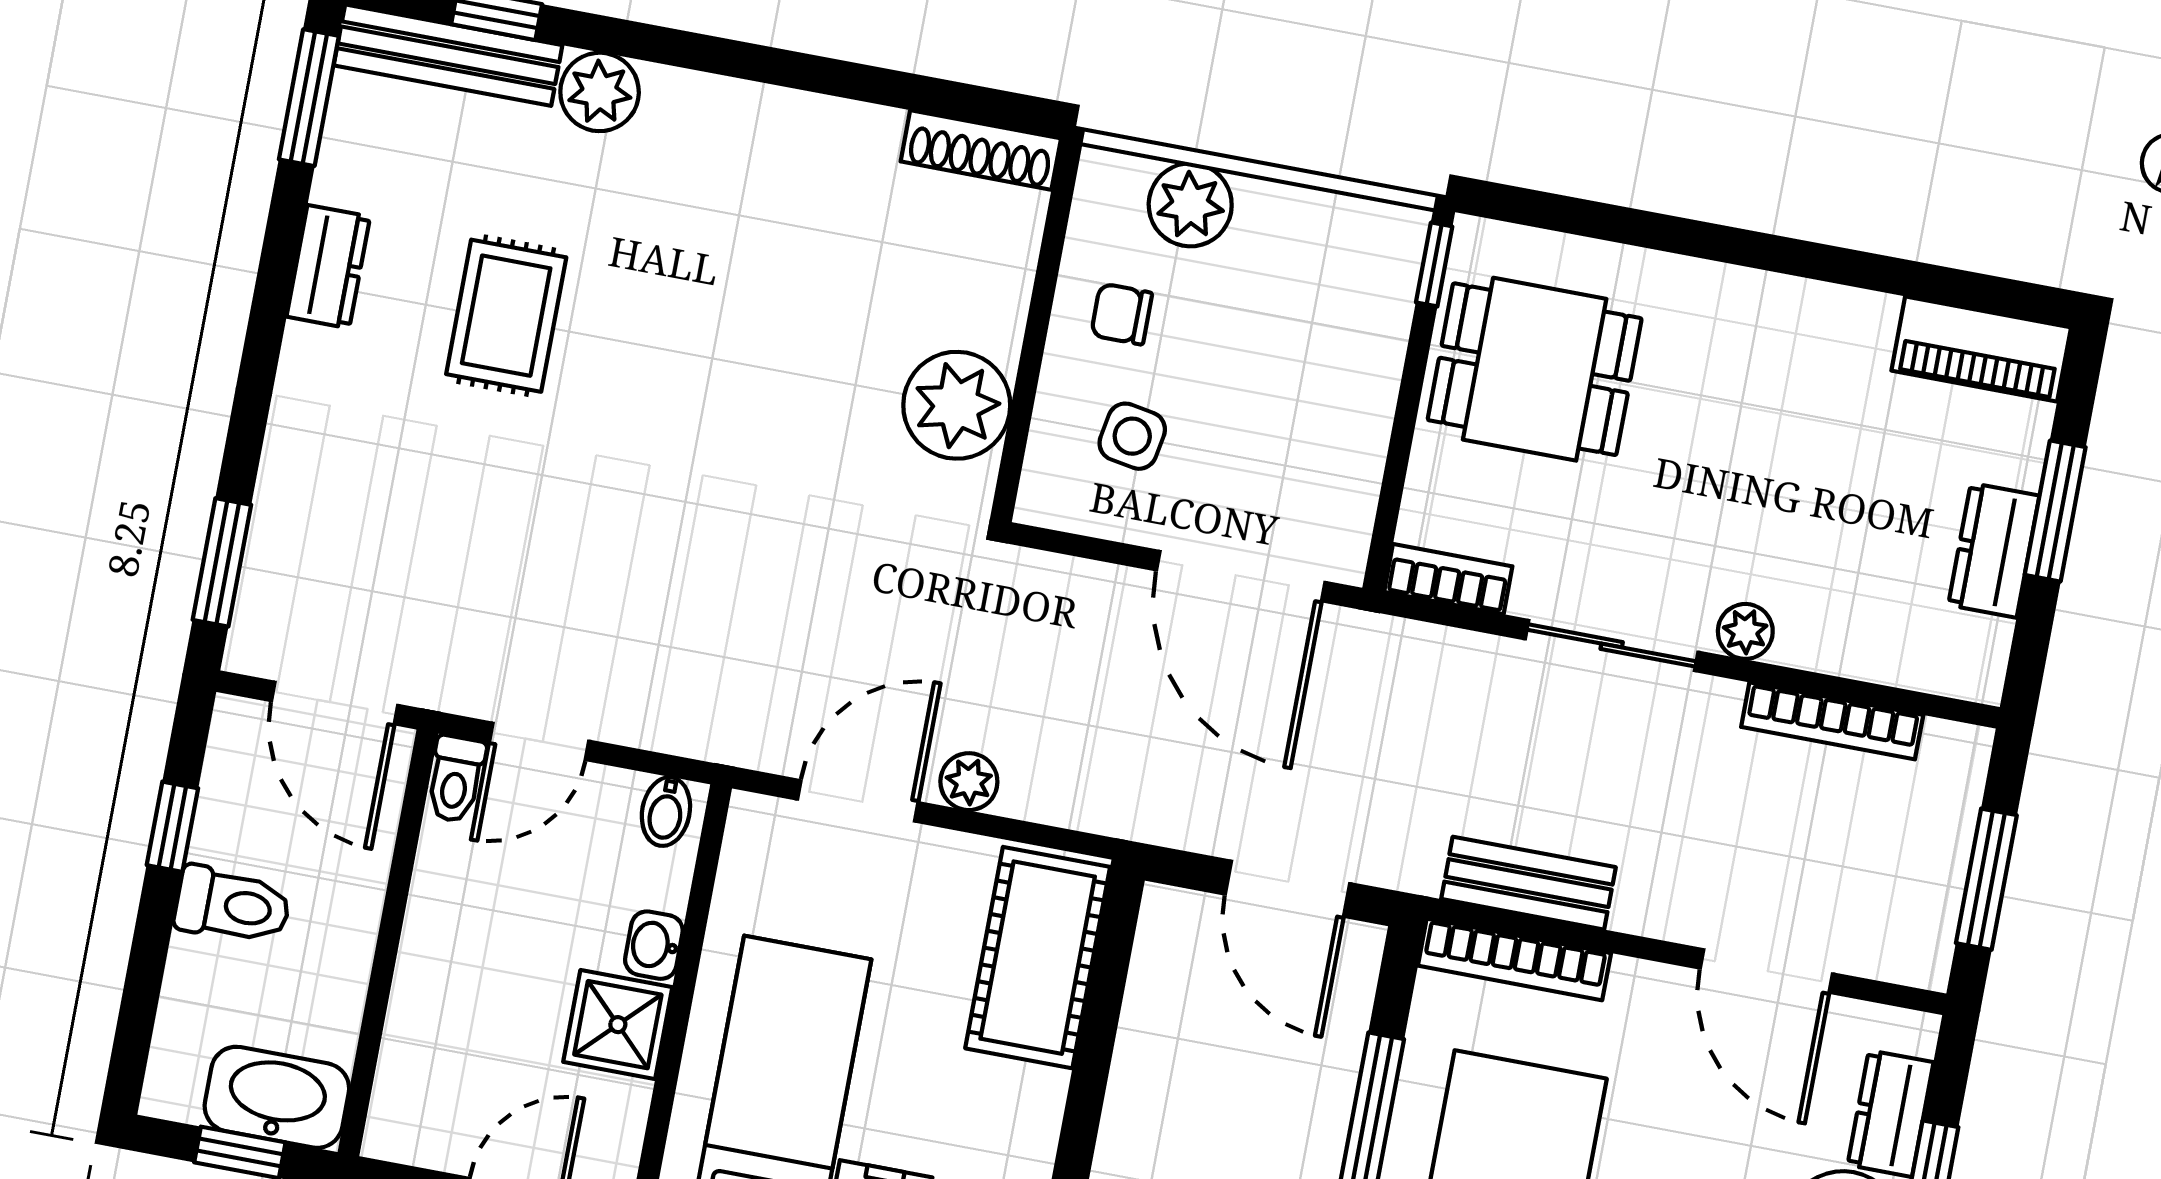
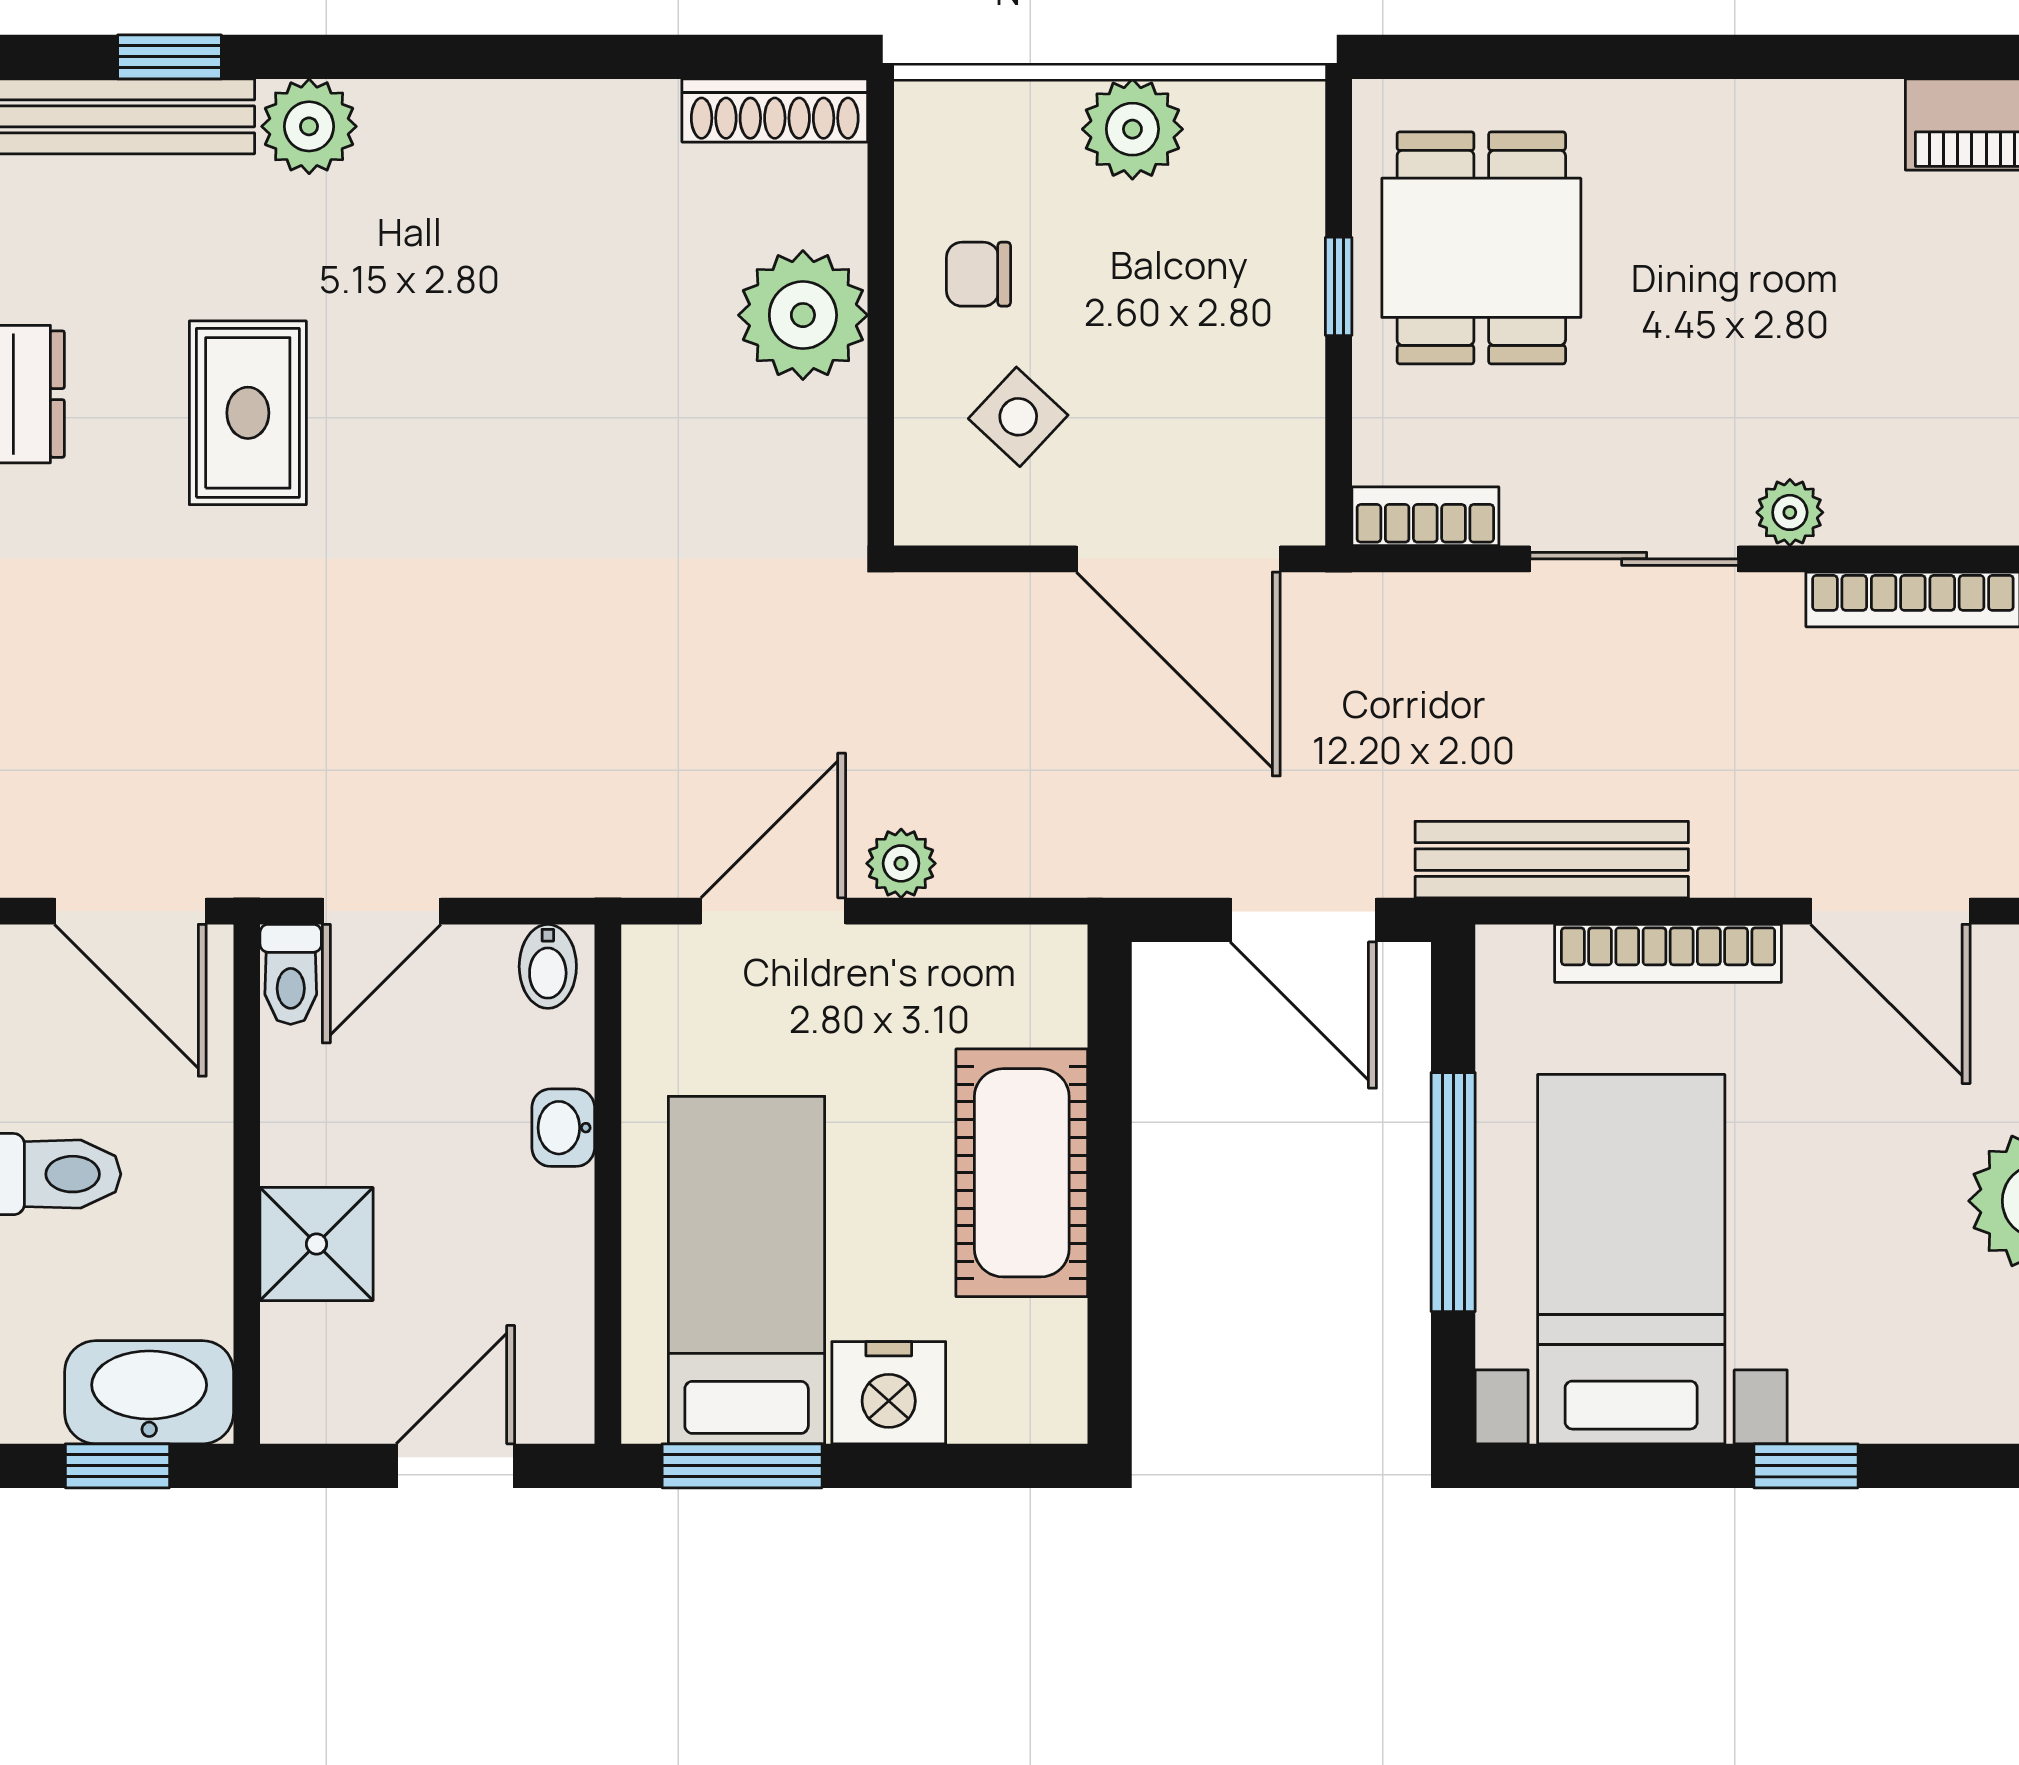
plant: (1190, 205) -> (1132, 129), moved
window: (1434, 264) -> (1339, 286), moved
dining table: (1535, 369) -> (1481, 248), turned 90
plant: (957, 405) -> (803, 315), moved
side table: (1132, 436) -> (1018, 417), turned 33
bench: (1528, 883) -> (1552, 860), width x1.36
cot: (1038, 958) -> (1022, 1173), moved
bookcase: (1514, 959) -> (1668, 953), moved
shower: (618, 1025) -> (317, 1244), moved

